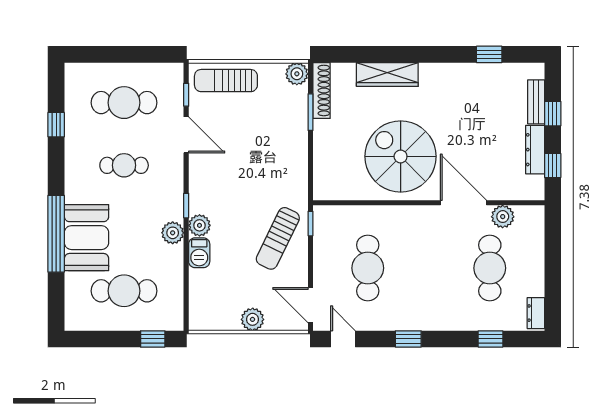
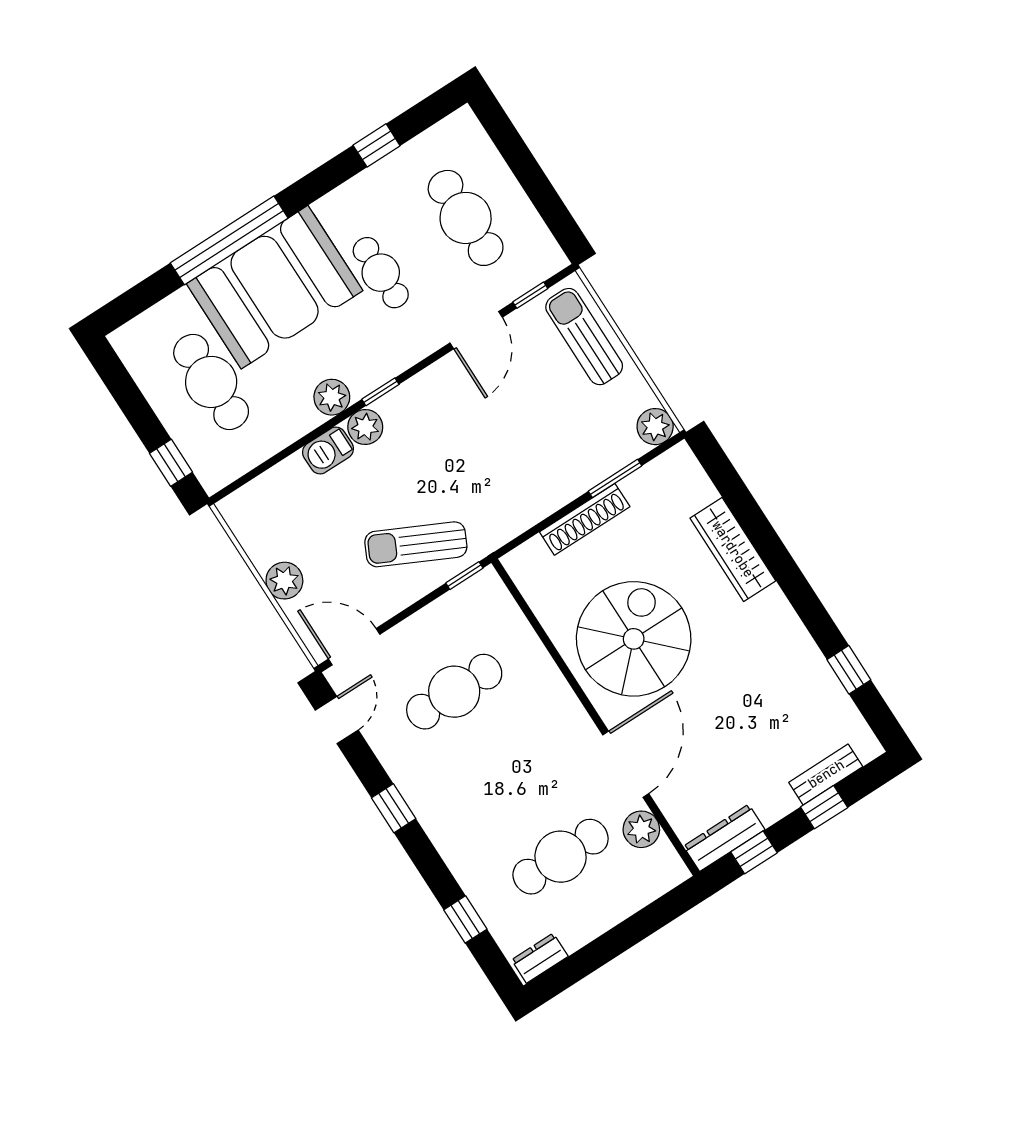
shoe rack: (322, 90) -> (585, 519), moved
dresser: (535, 150) -> (724, 838), moved
booth: (86, 238) -> (275, 287), width x1.36, depth x1.42
door: (311, 305) -> (354, 647), hinge flipped

